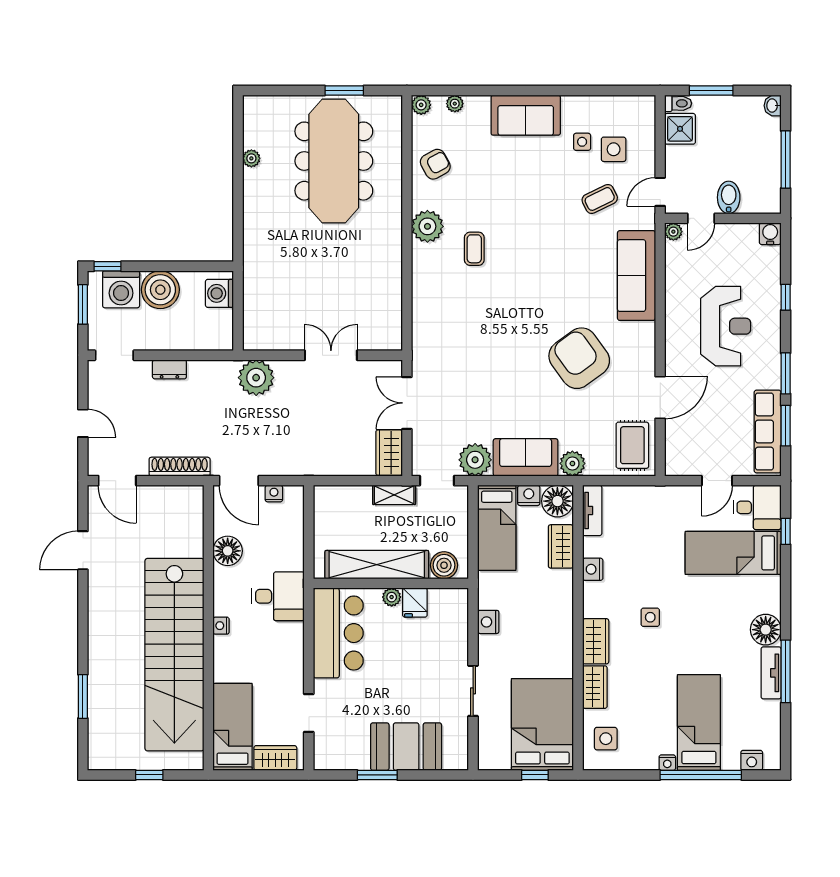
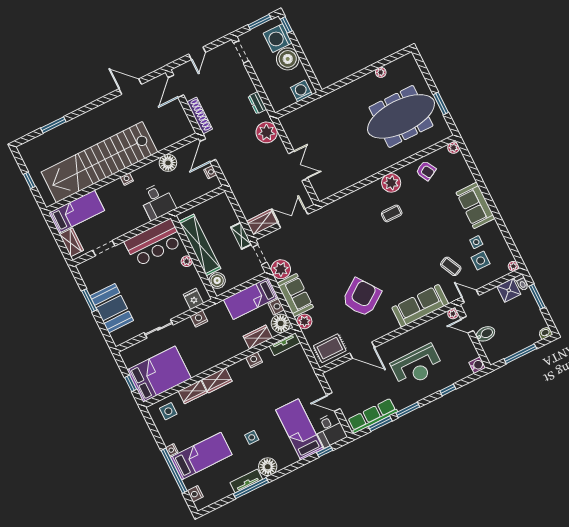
plant: (455, 104) -> (513, 266), moved
dresser: (169, 369) -> (257, 103), moved
fridge: (415, 603) -> (193, 299), moved, turned 90
side table: (650, 617) -> (252, 437), moved

